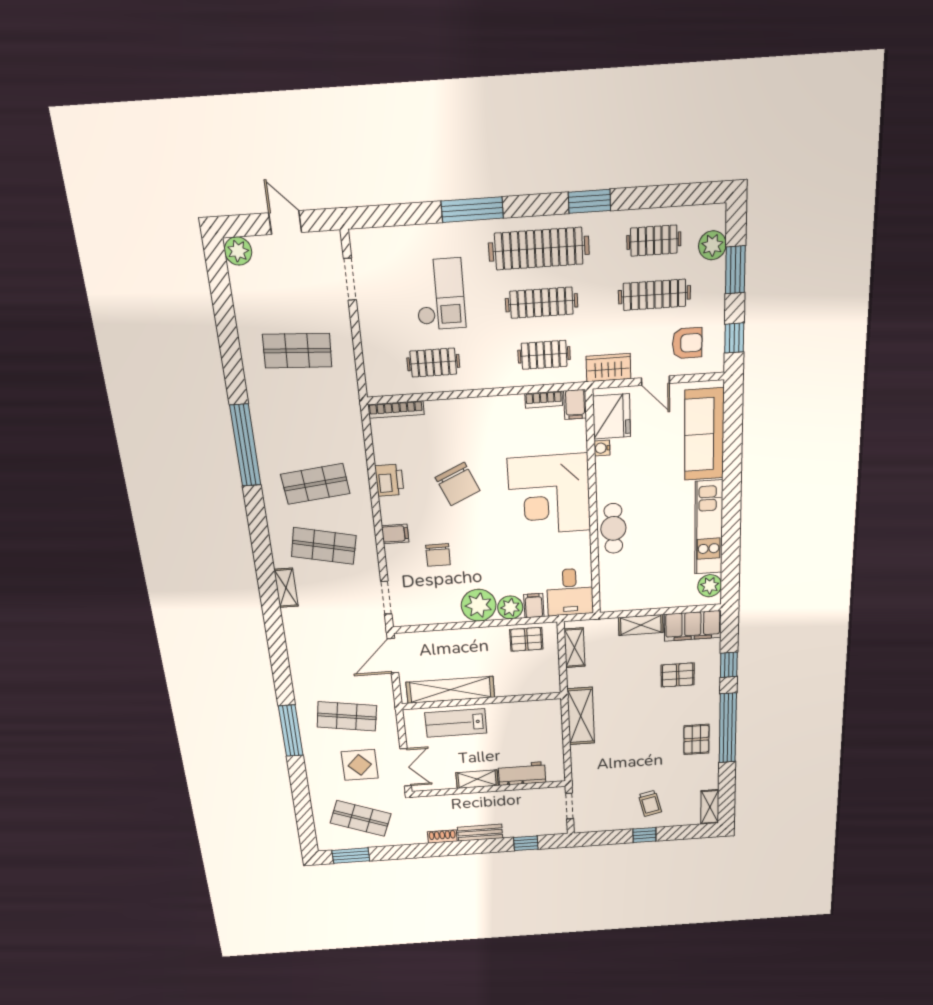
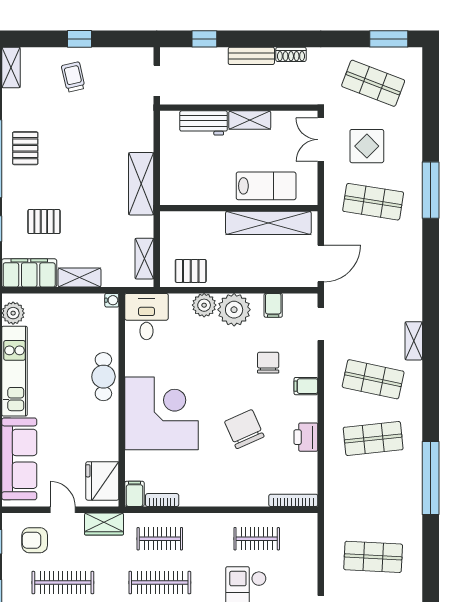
water cooler: (602, 448) -> (112, 300), moved
filing cabinet: (534, 606) -> (273, 305), moved

